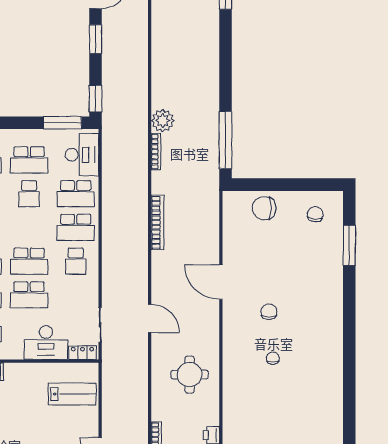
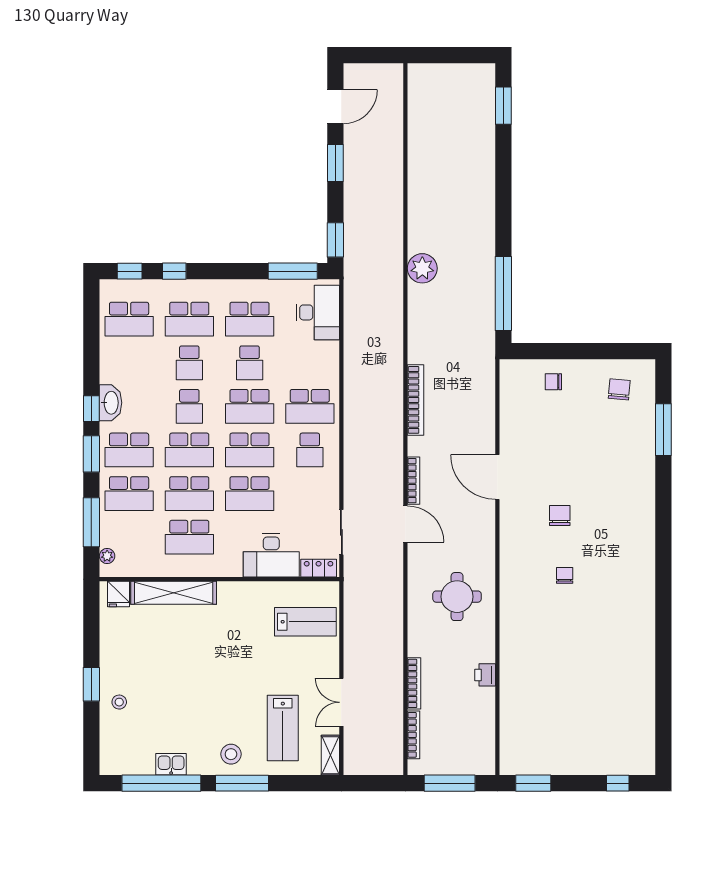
bookcase: (156, 152) -> (414, 481), moved
school desk: (76, 194) -> (250, 406), moved
chair: (264, 208) -> (553, 382), width x0.54, depth x0.54

